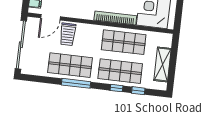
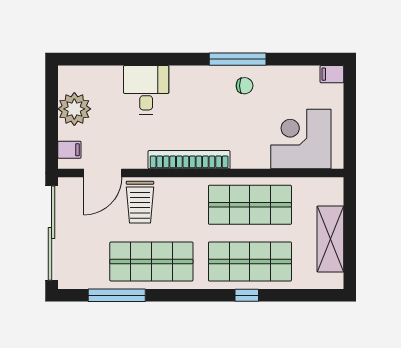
bookcase: (115, 18) -> (189, 160), moved
window: (76, 83) -> (117, 295), moved
window: (138, 91) -> (289, 295), removed

